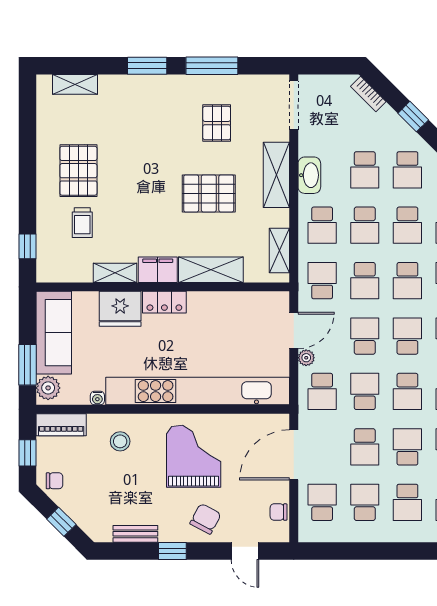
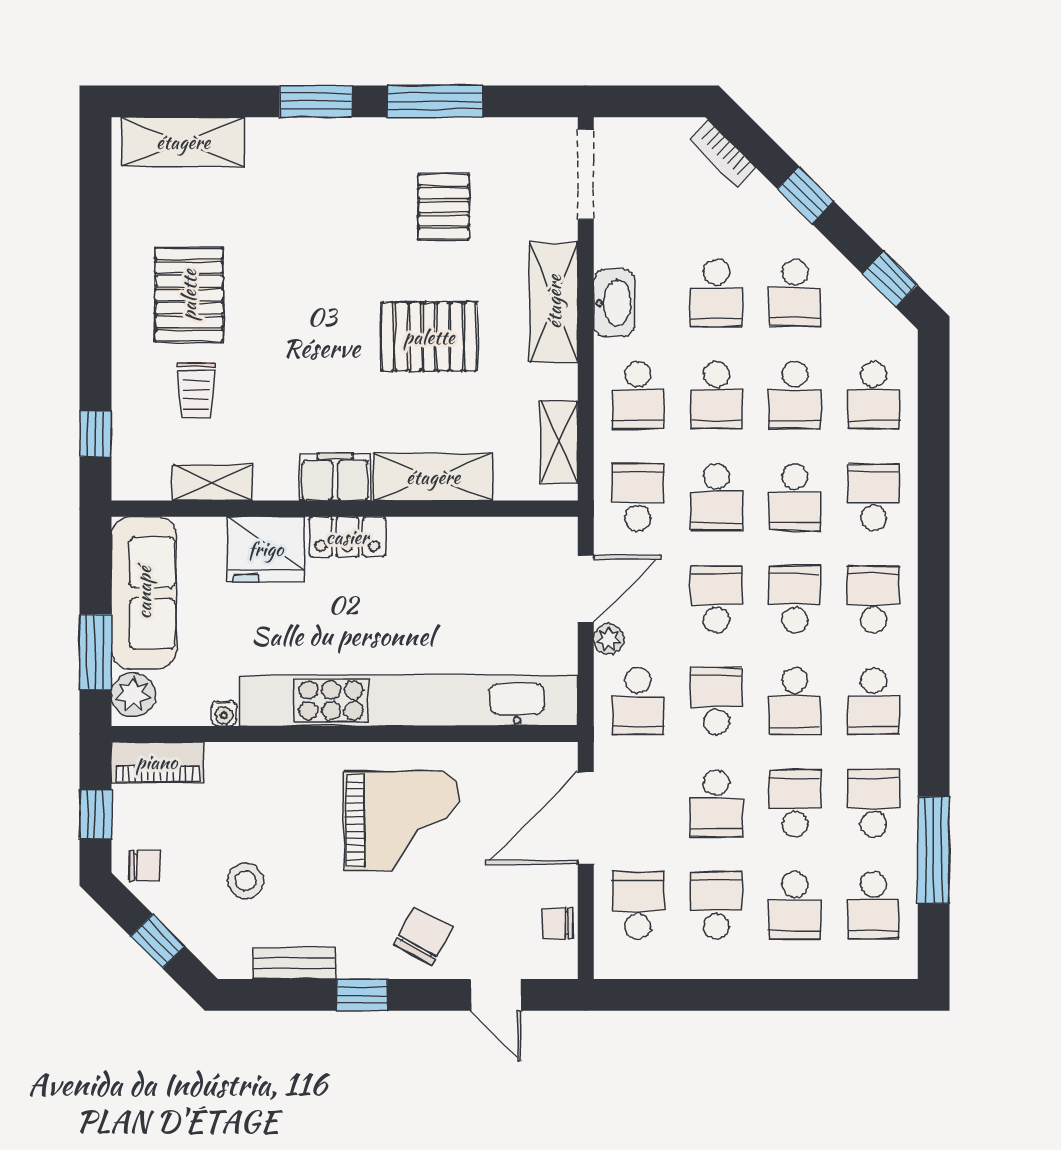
shelving: (75, 84) -> (183, 142), width x1.50, depth x1.33
shelving: (115, 273) -> (212, 483), moved
stool: (120, 441) -> (246, 881), moved
grand piano: (194, 456) -> (401, 821), turned 90

